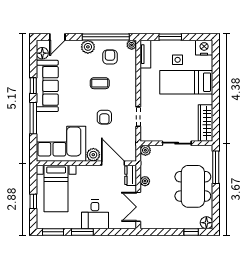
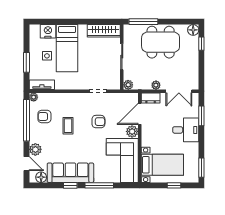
plant: (88, 47) -> (35, 149), moved
nightstand: (204, 48) -> (48, 31), moved, turned 90
window: (82, 232) -> (201, 116), moved

